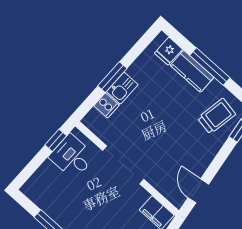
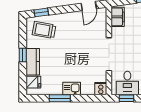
window: (210, 67) -> (23, 55), width x0.46
window: (112, 77) -> (60, 98), moved
cooker: (106, 105) -> (101, 89), moved

